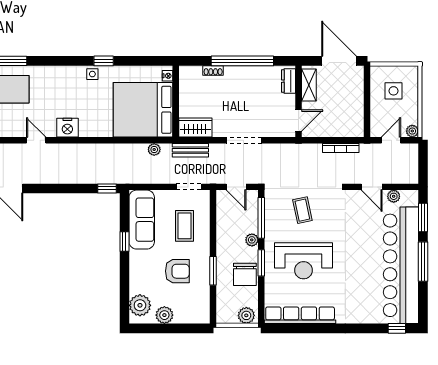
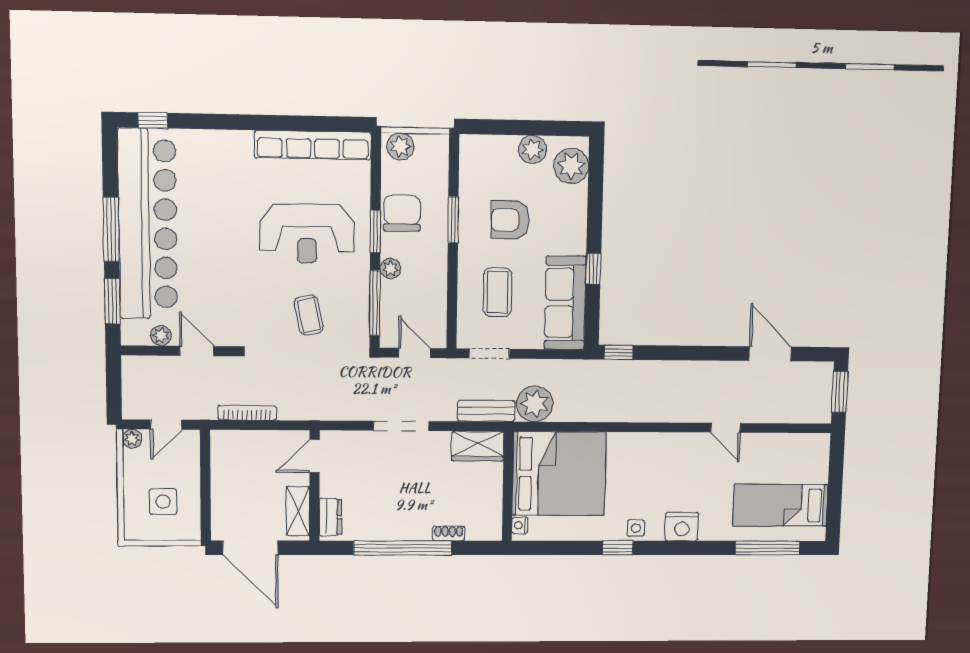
nightstand: (67, 128) -> (682, 527), moved, turned 180
plant: (154, 150) -> (535, 404), width x1.87, depth x1.87
reception desk: (303, 261) -> (307, 234), turned 180

